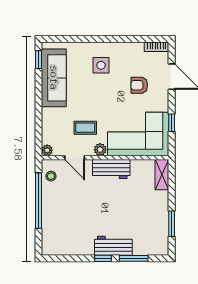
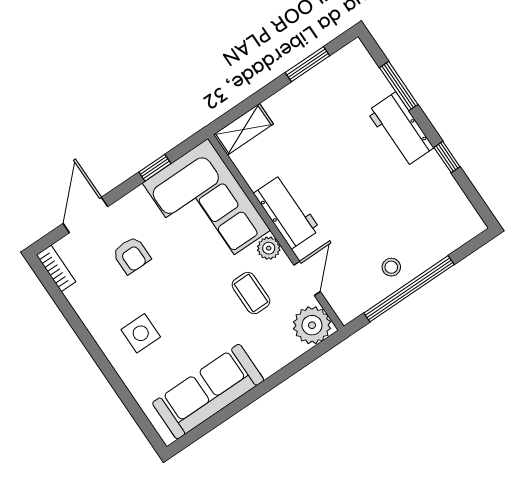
window: (39, 60) -> (196, 433), removed
plant: (47, 150) -> (312, 325), width x1.87, depth x1.87
stool: (51, 176) -> (391, 267), moved
window: (103, 258) -> (447, 157), moved

